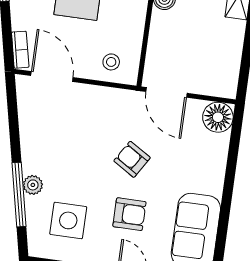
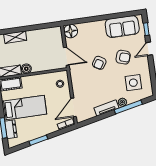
door: (166, 92) -> (66, 56), hinge flipped
tv unit: (30, 147) -> (106, 108), added
armchair: (129, 214) -> (123, 57), turned 108

